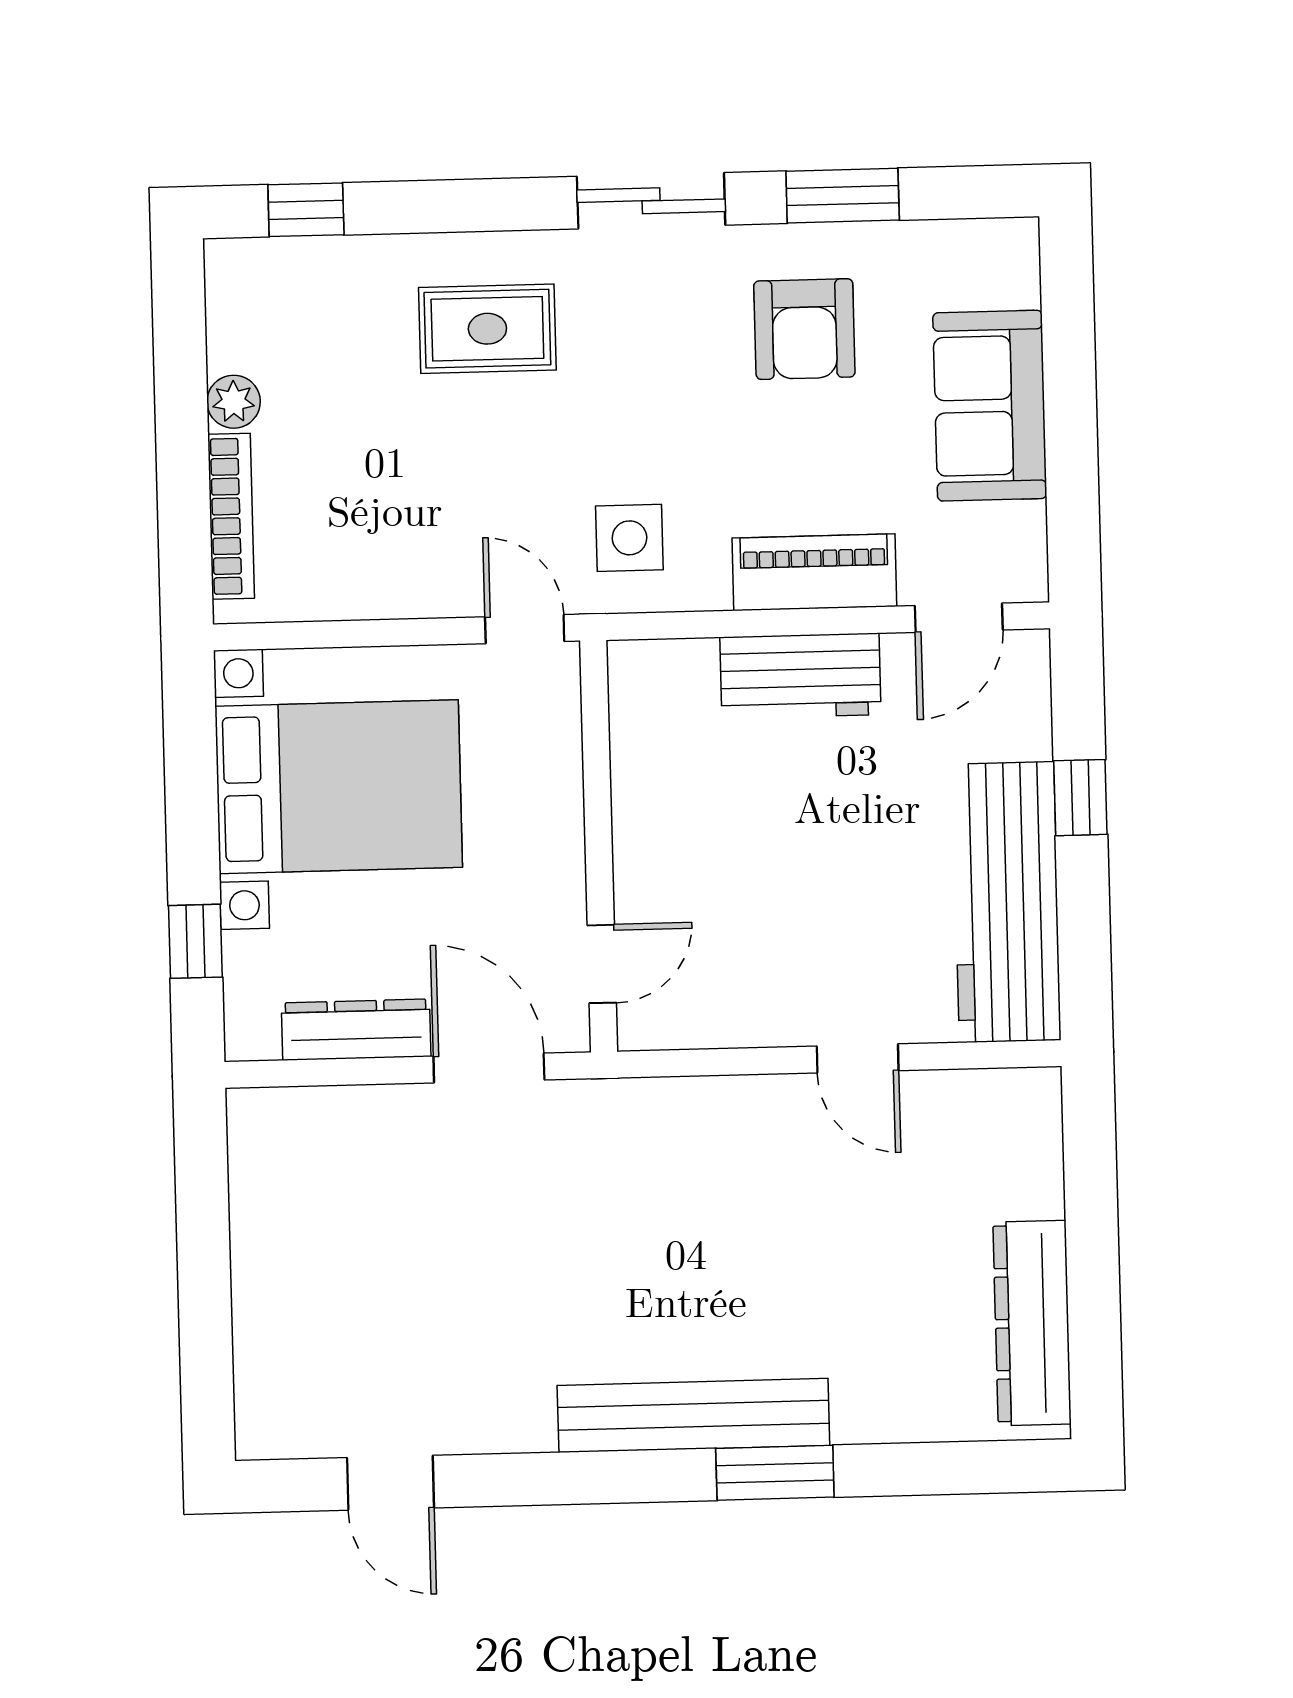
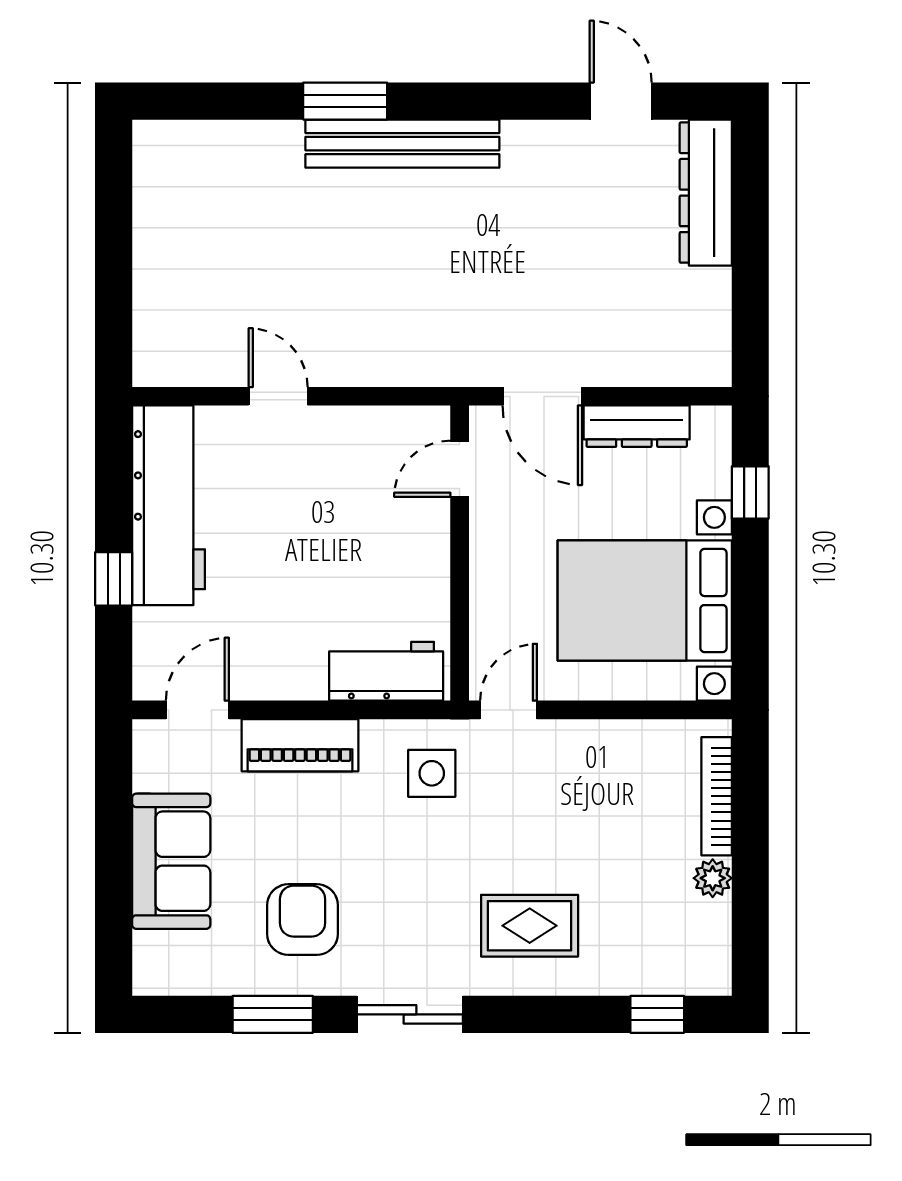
door: (525, 629) -> (509, 710), swing flipped
workbench: (800, 676) -> (386, 671), moved
dresser: (1032, 1323) -> (706, 193), moved, turned 180

